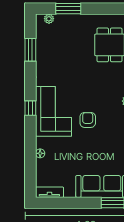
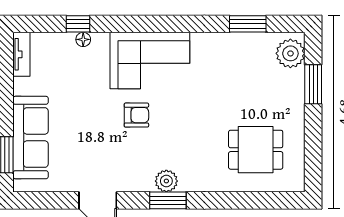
plant: (49, 19) -> (290, 53), width x1.87, depth x1.87
window: (30, 108) -> (78, 24), moved

